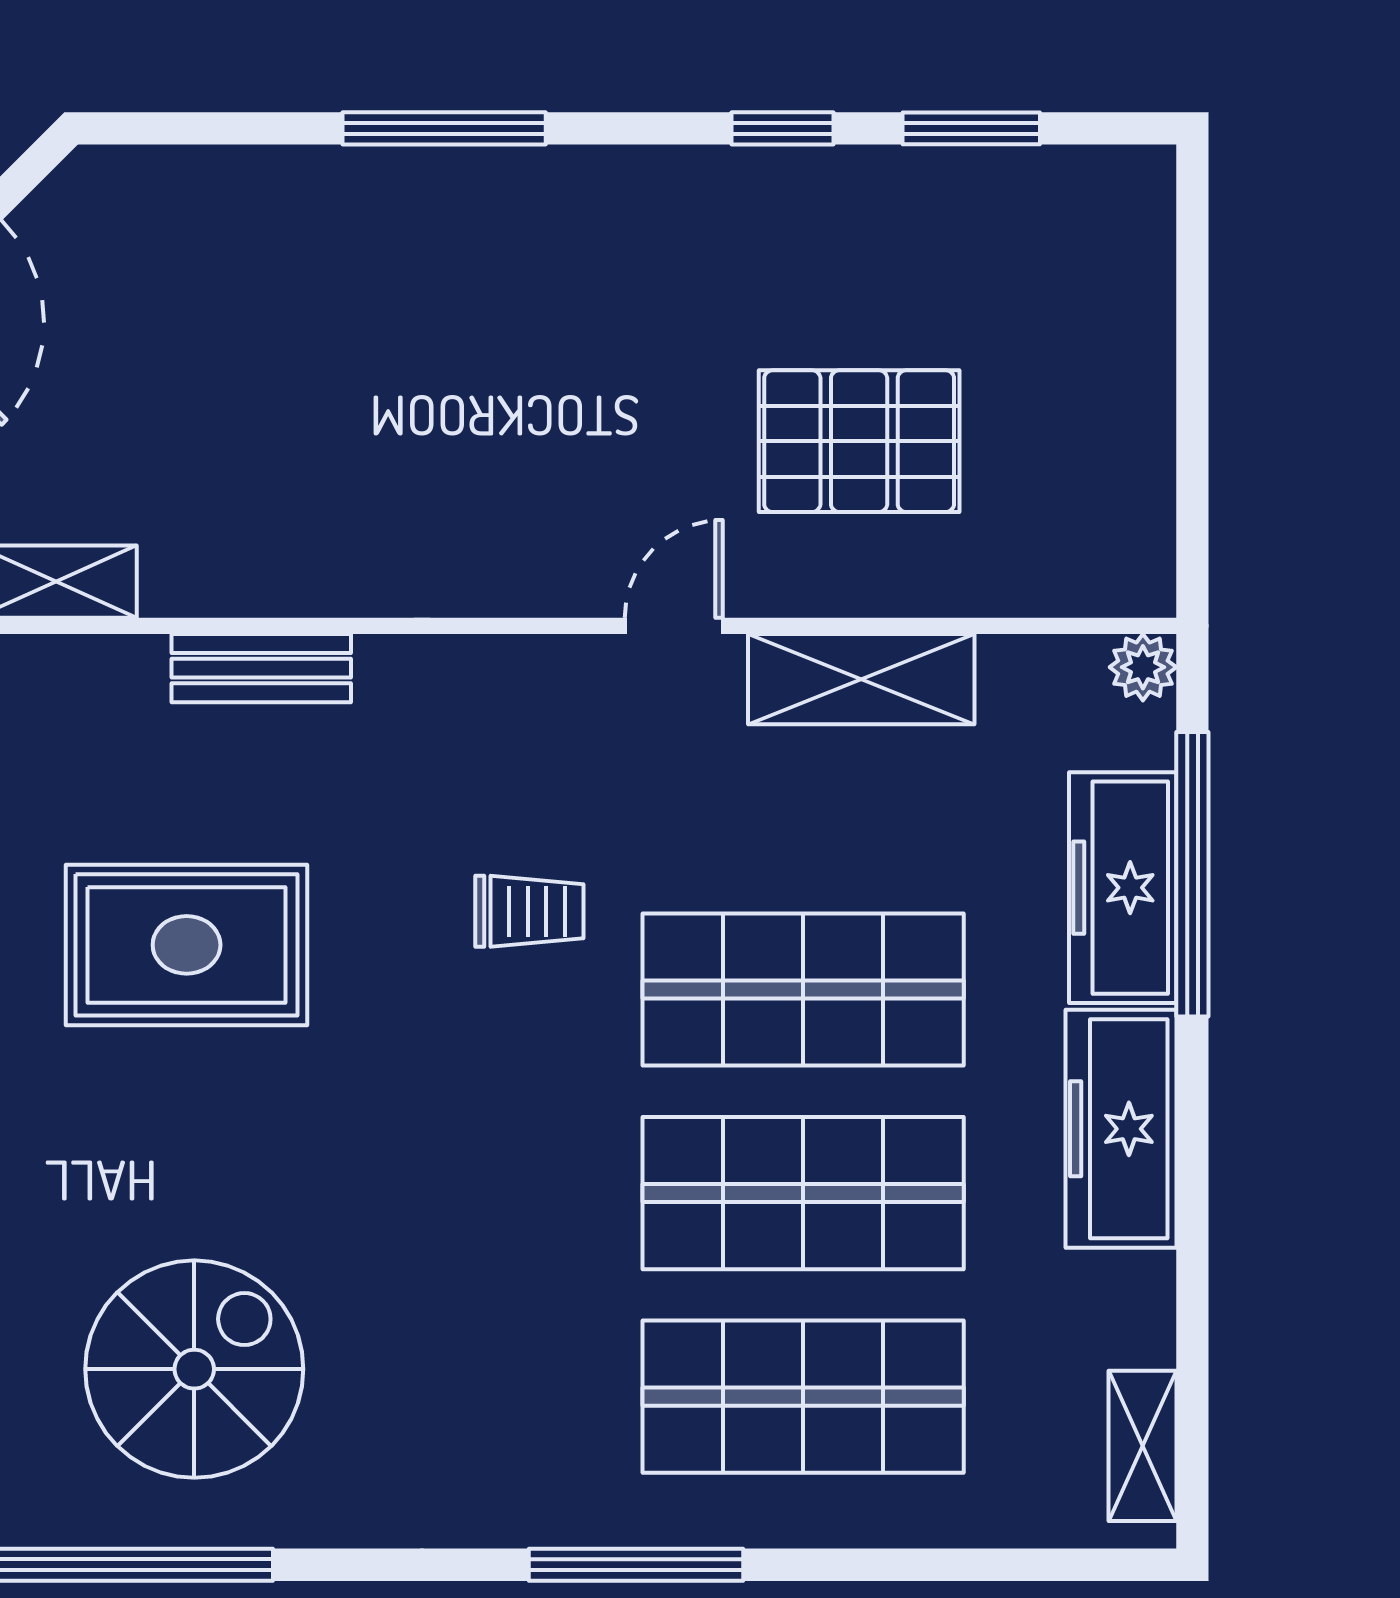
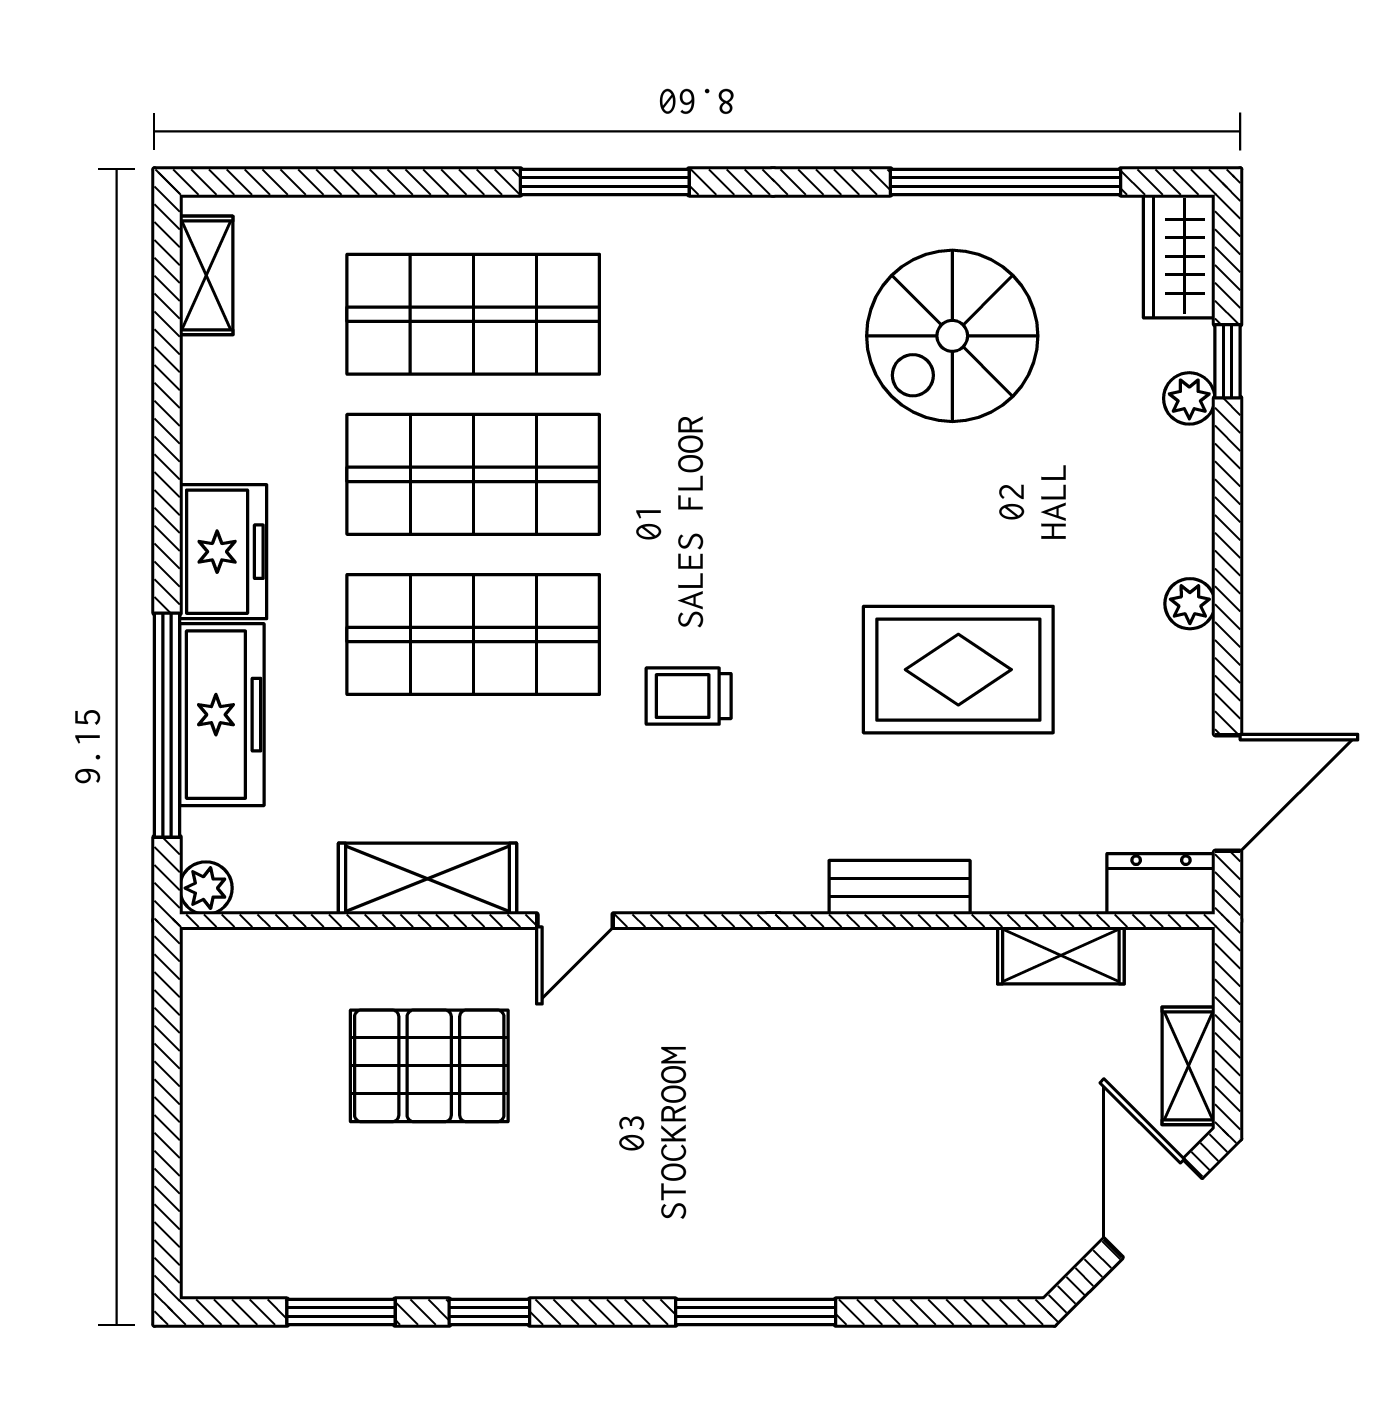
freezer: (1121, 1129) -> (223, 552), width x0.71

